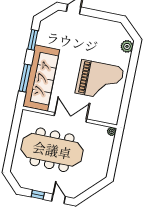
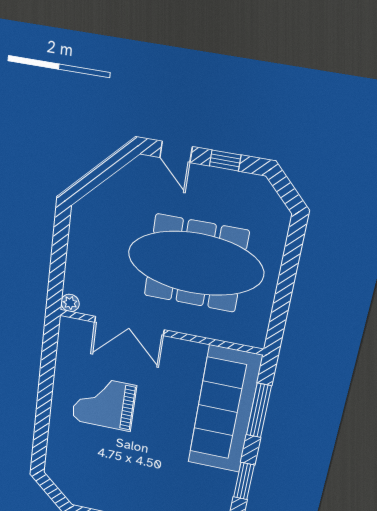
plant: (127, 46) -> (56, 463), removed
grand piano: (100, 80) -> (104, 403), width x0.73, depth x0.68
double door: (70, 117) -> (129, 326), moved

